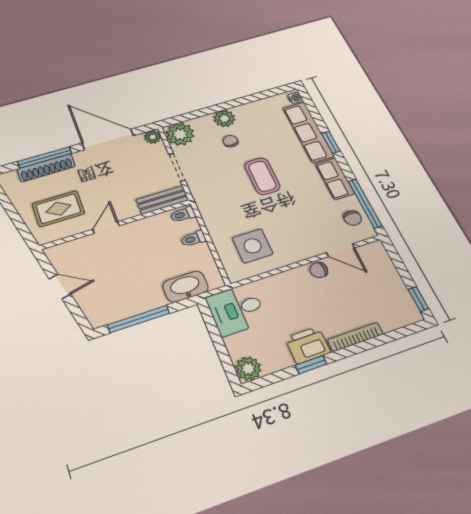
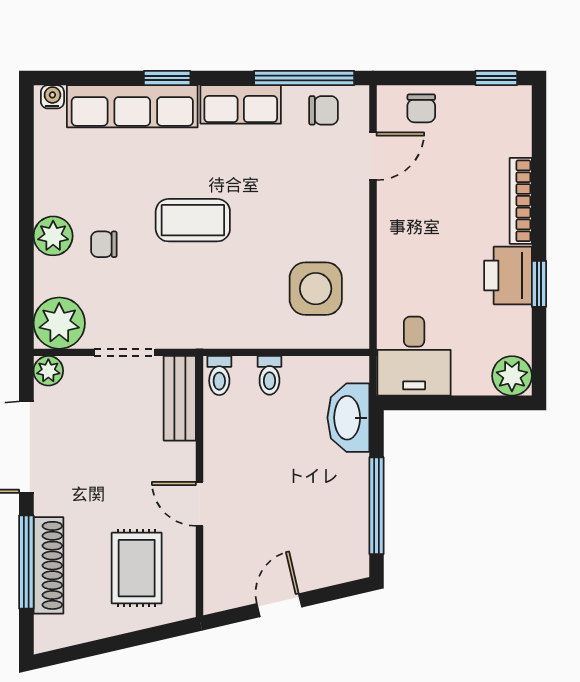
chair: (319, 270) -> (421, 108), moved

